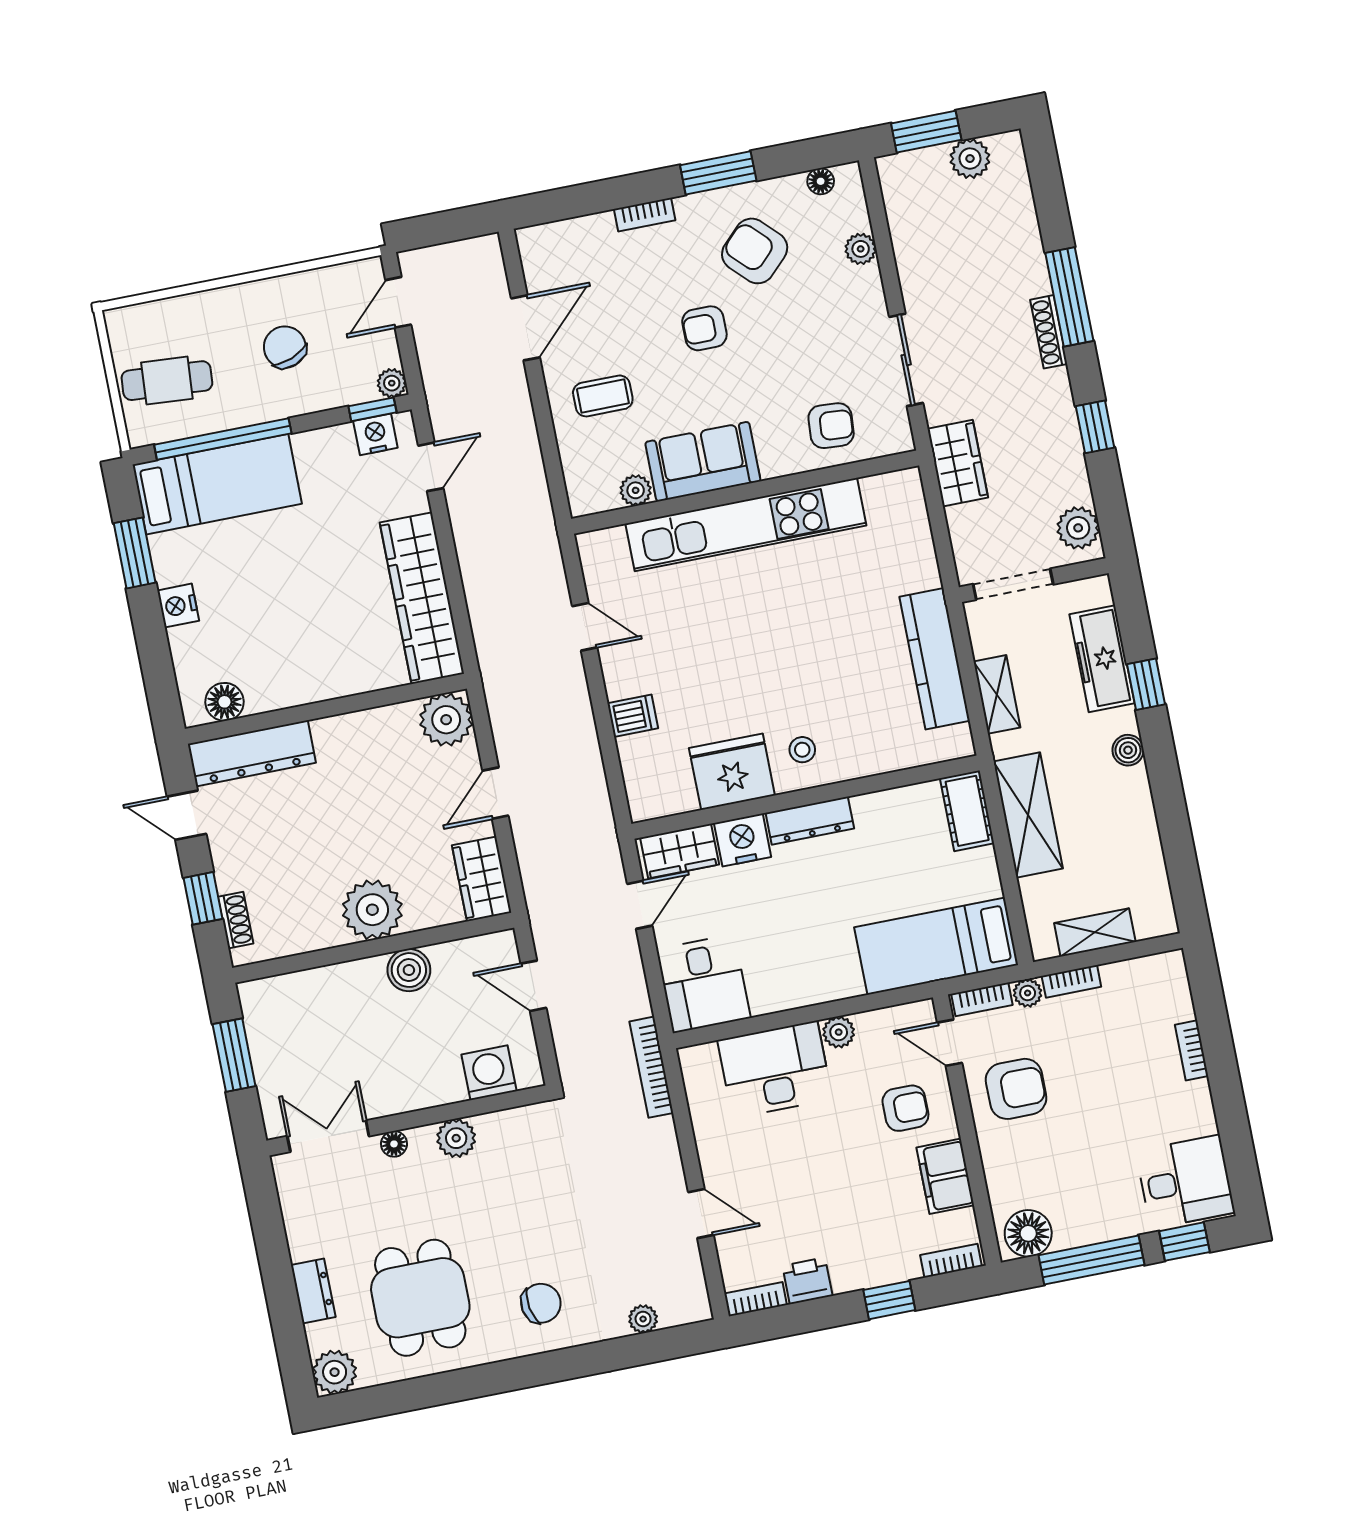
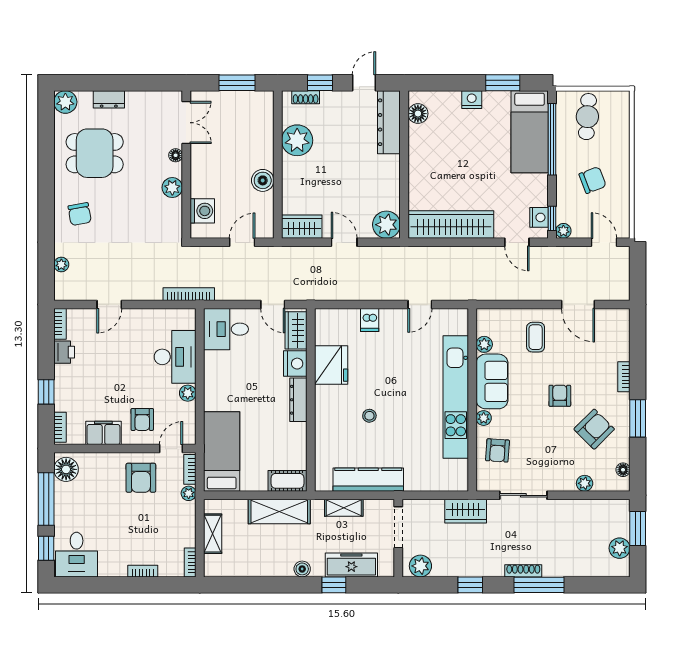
plant: (775, 464) -> (484, 418), added
stool: (802, 750) -> (369, 416), moved
plant: (372, 910) -> (297, 140), moved
bookcase: (1071, 981) -> (190, 562), moved

